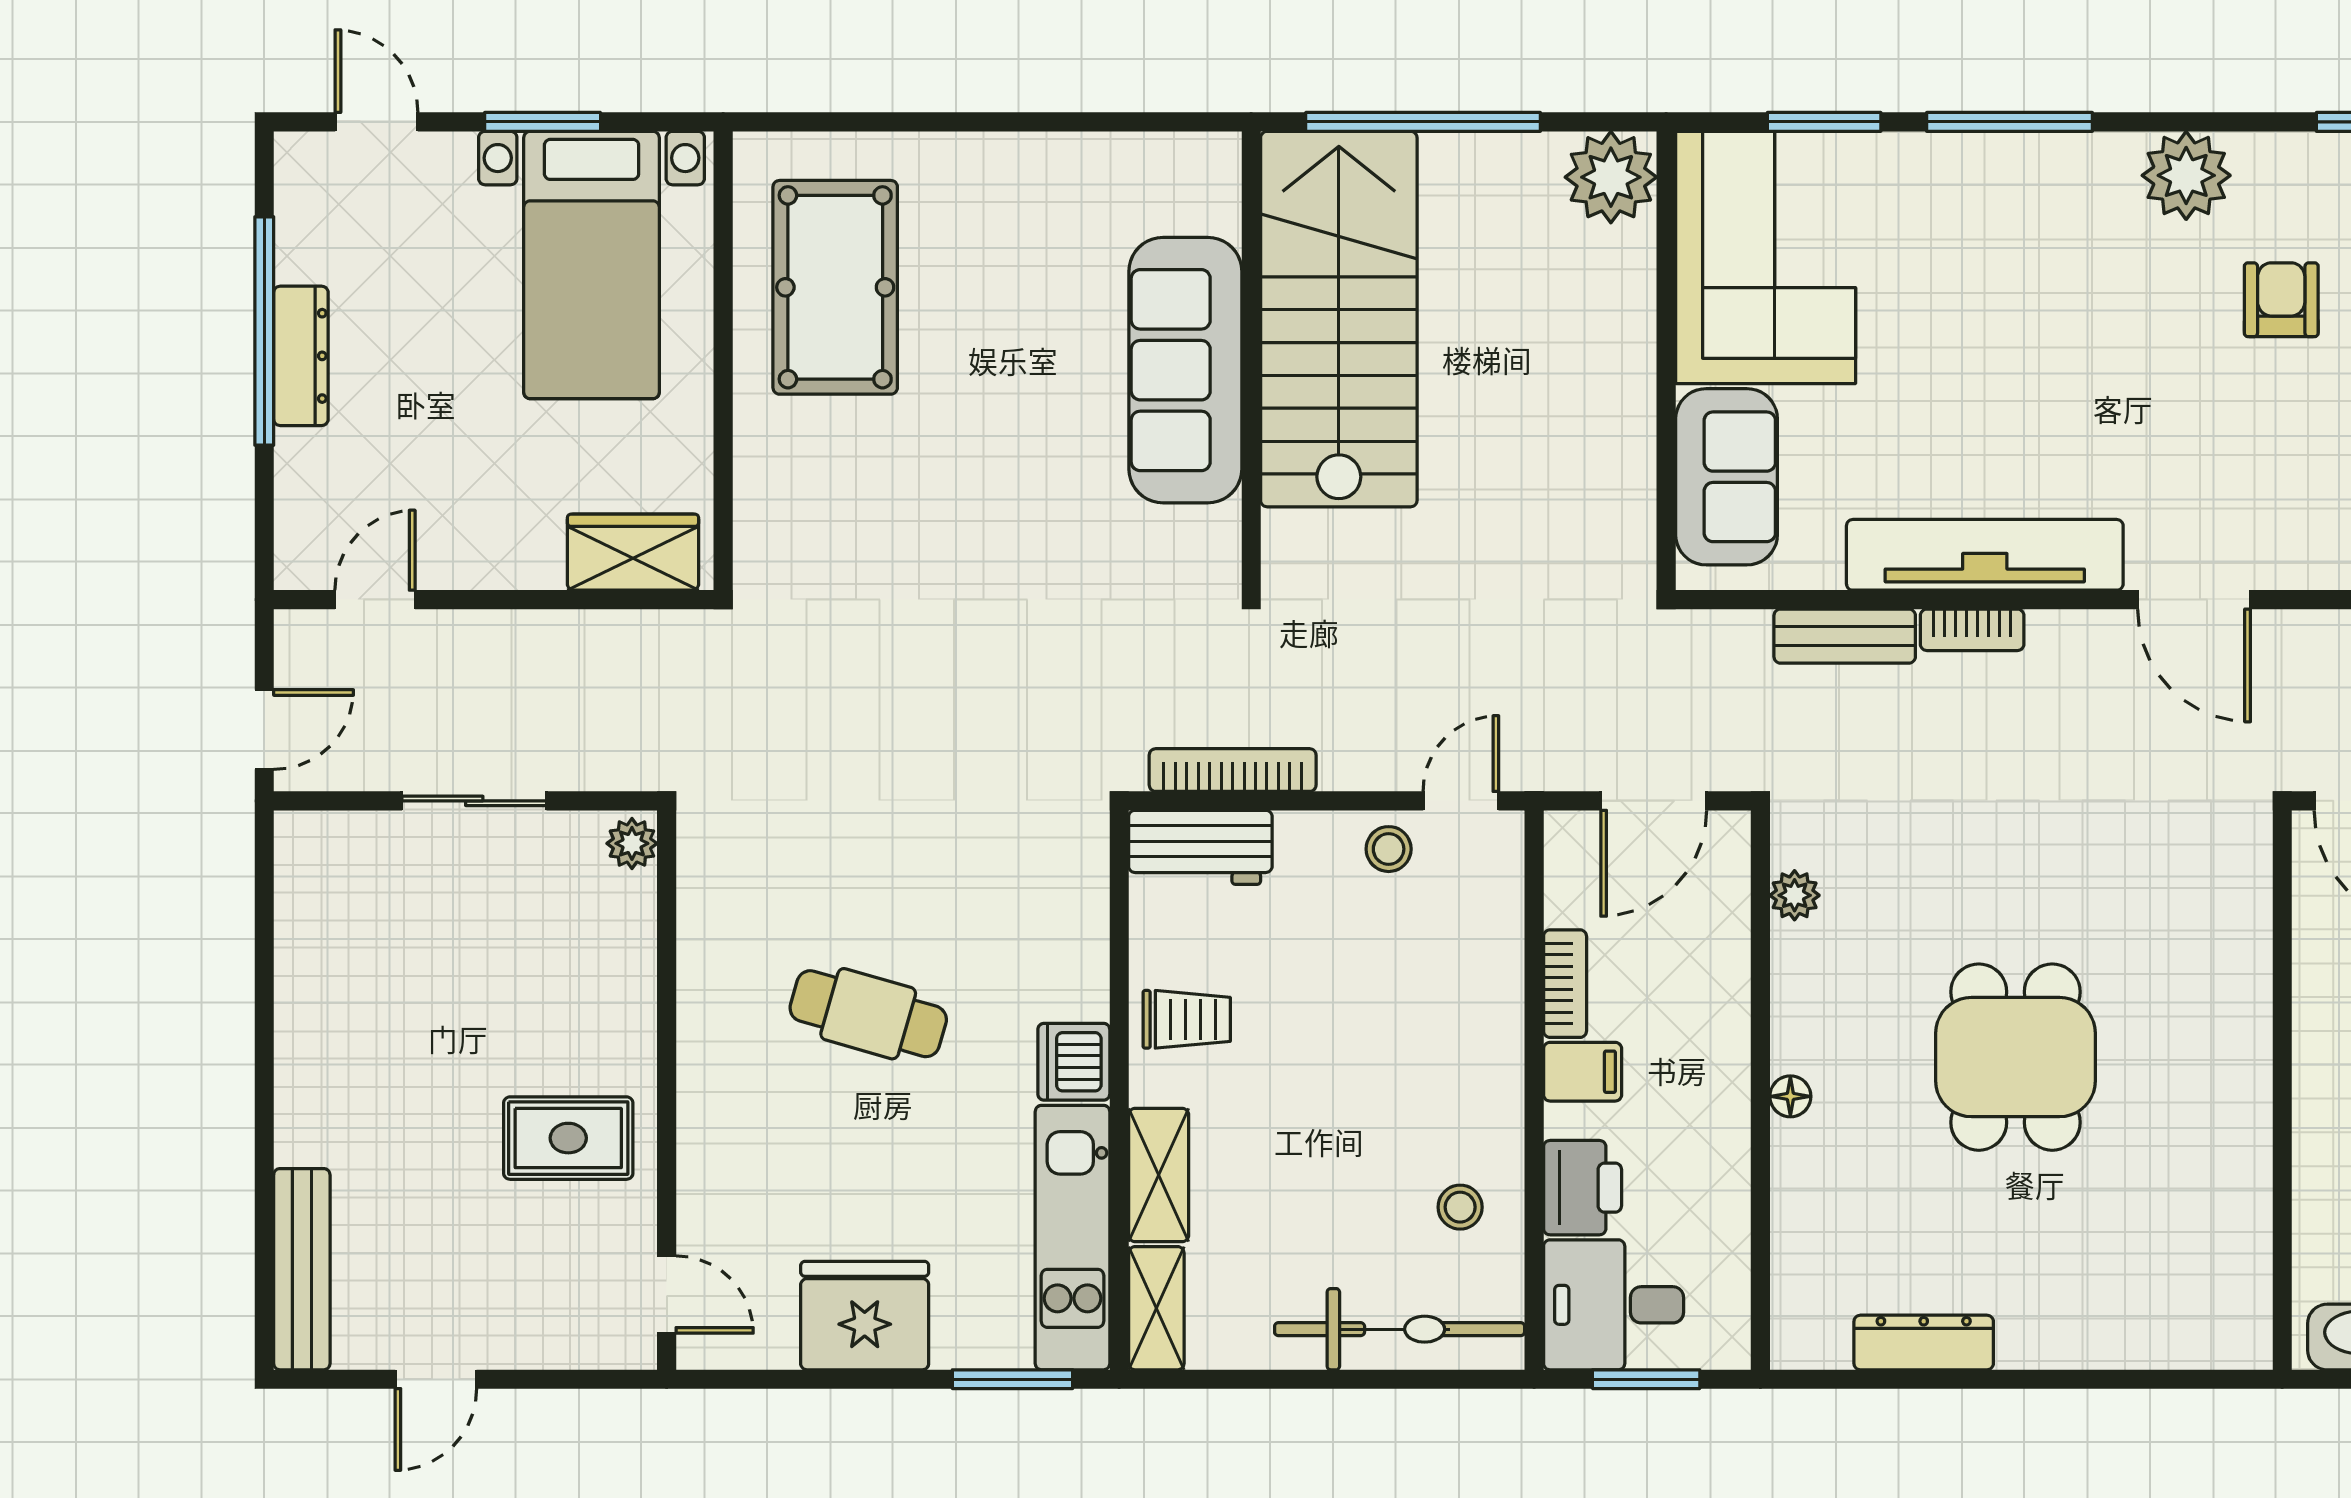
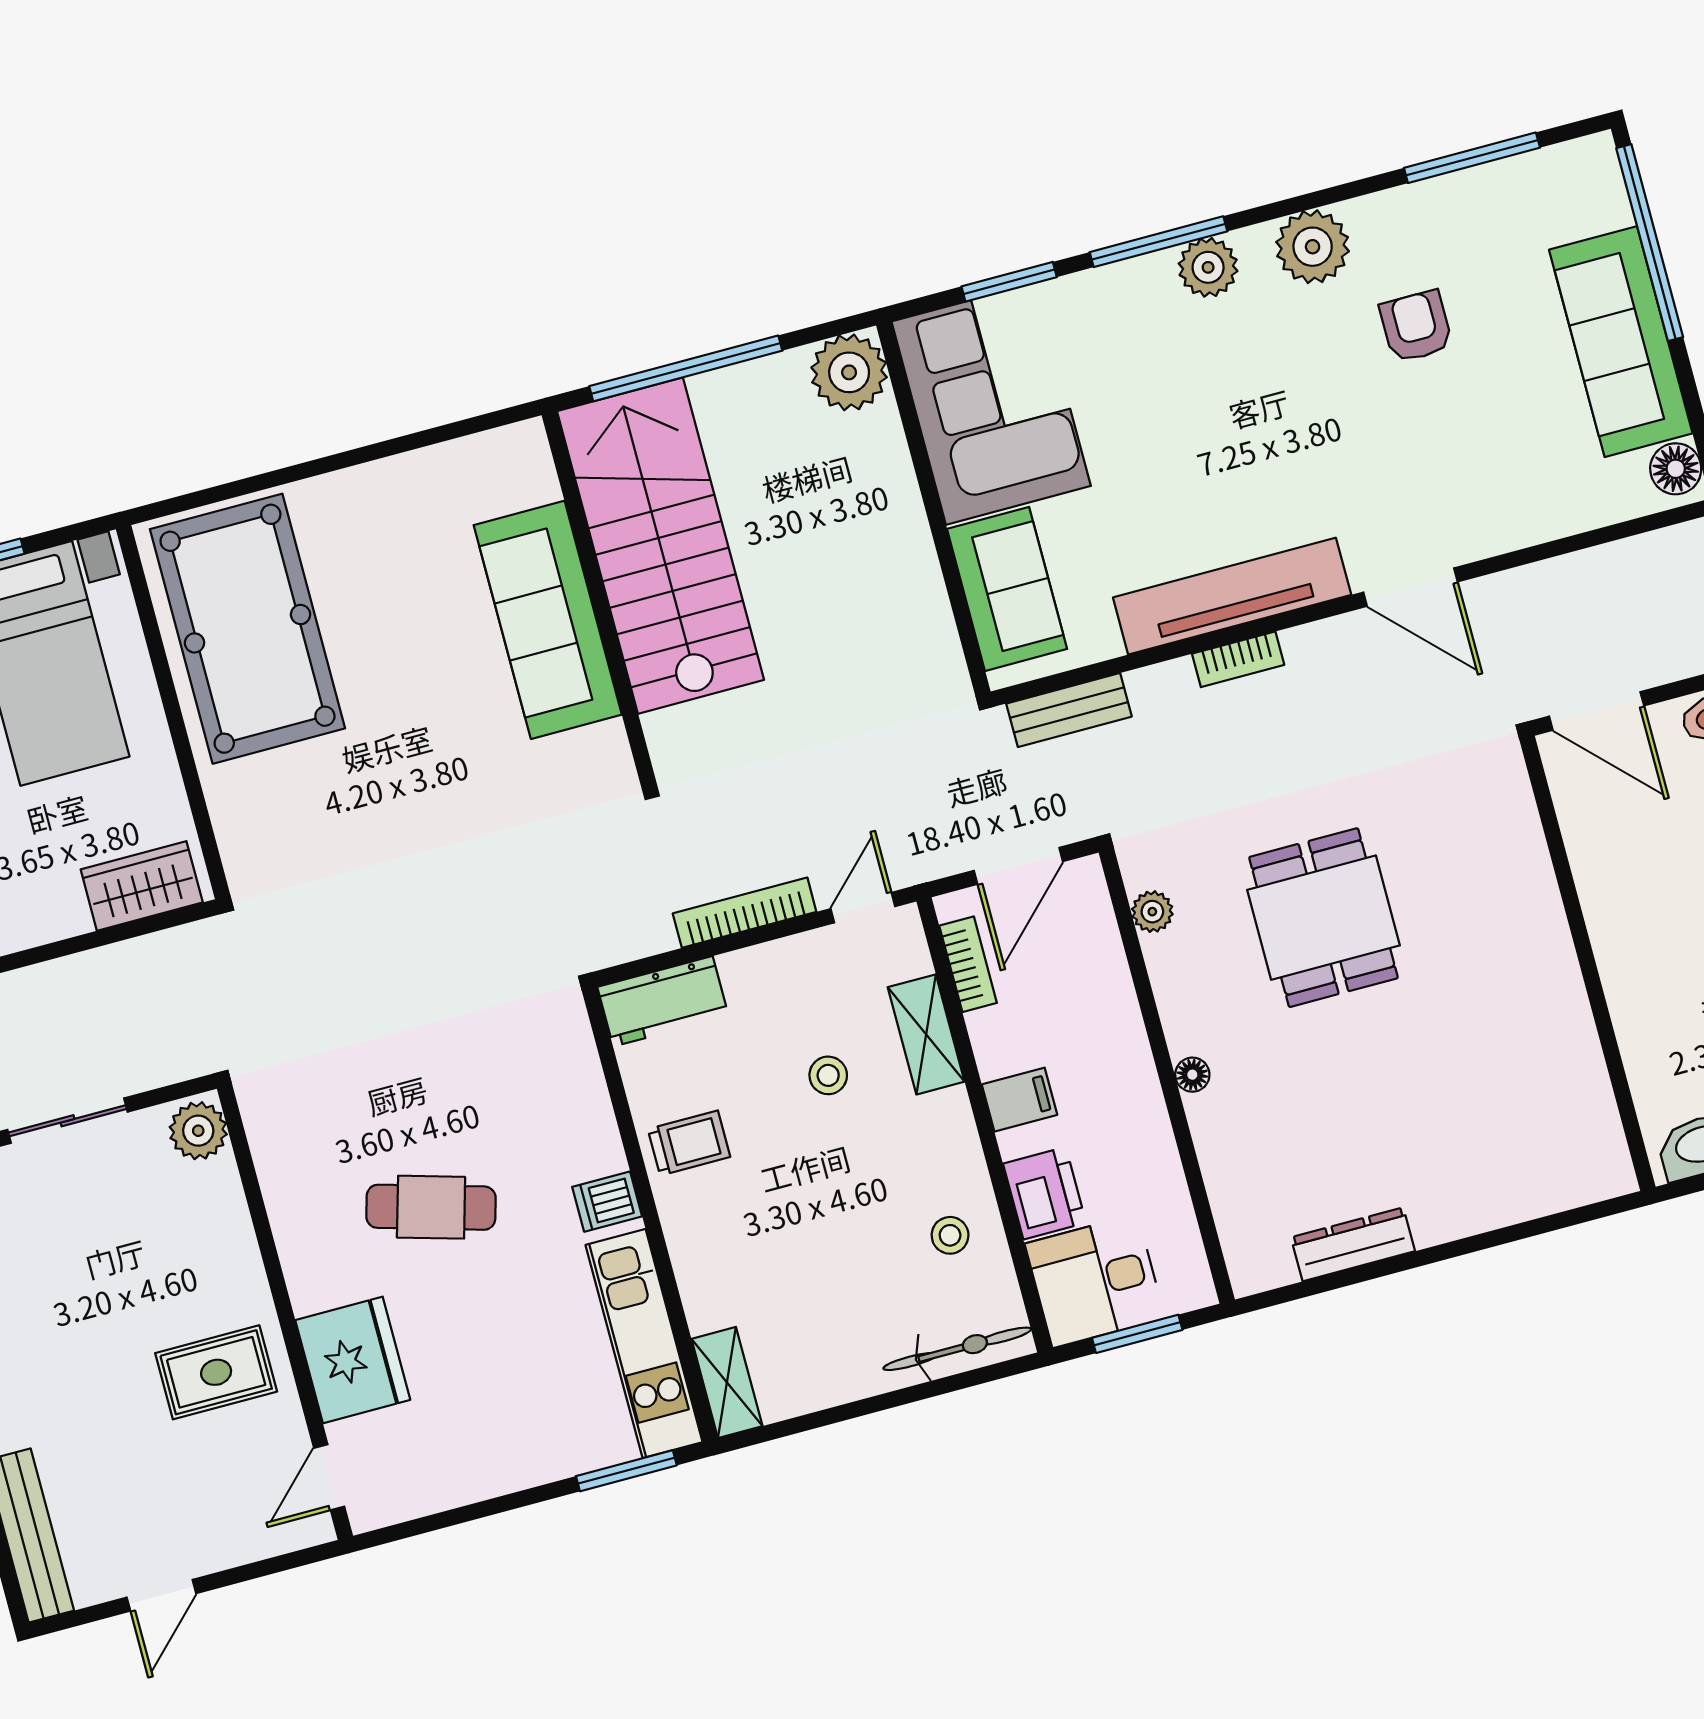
plant: (2059, 167) -> (1208, 267), added
pool table: (835, 287) -> (248, 629), width x1.36, depth x1.32
bench: (1845, 636) -> (1069, 710), moved
bookcase: (1233, 770) -> (745, 913), moved
plant: (632, 843) -> (198, 1131), width x1.38, depth x1.38
stool: (1389, 849) -> (828, 1075), moved
bookcase: (1565, 984) -> (968, 964), moved
dining table: (2015, 1057) -> (1323, 918), moved
dishwasher: (1074, 1062) -> (607, 1202), width x0.73
shelving: (1159, 1175) -> (926, 1034), moved
door: (667, 1295) -> (329, 1477), swing flipped
fridge: (865, 1316) -> (353, 1360), moved, turned 90
bicycle: (1400, 1329) -> (957, 1349), width x0.73, depth x0.71

